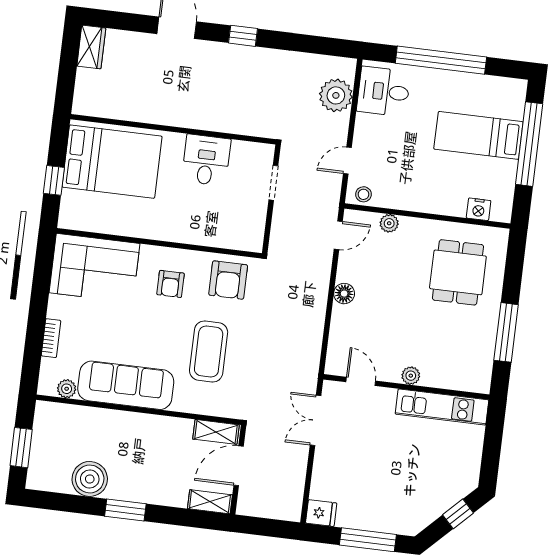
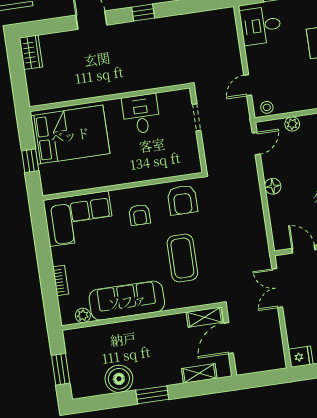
plant: (336, 95) -> (226, 38), removed
shelving: (210, 502) -> (199, 373), moved

